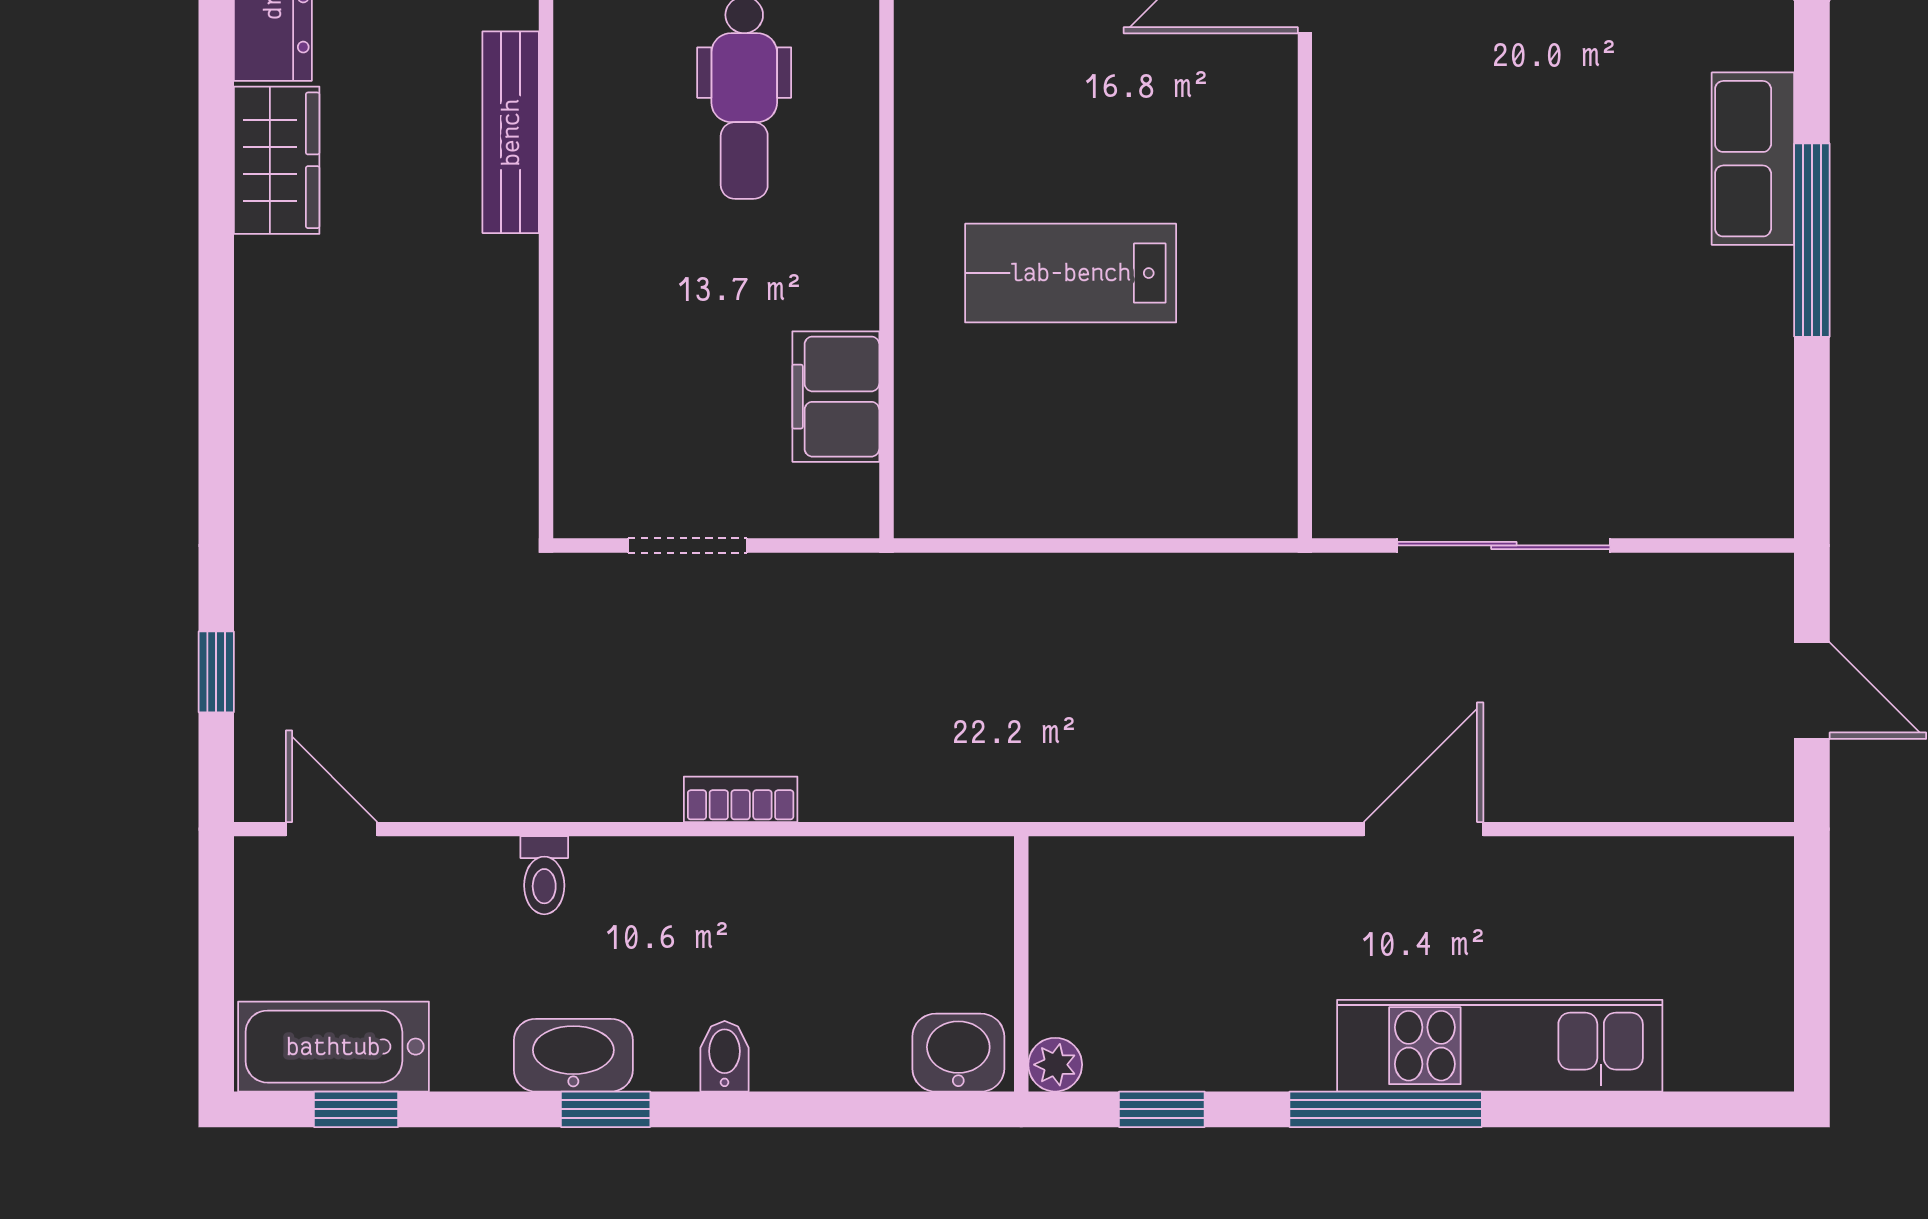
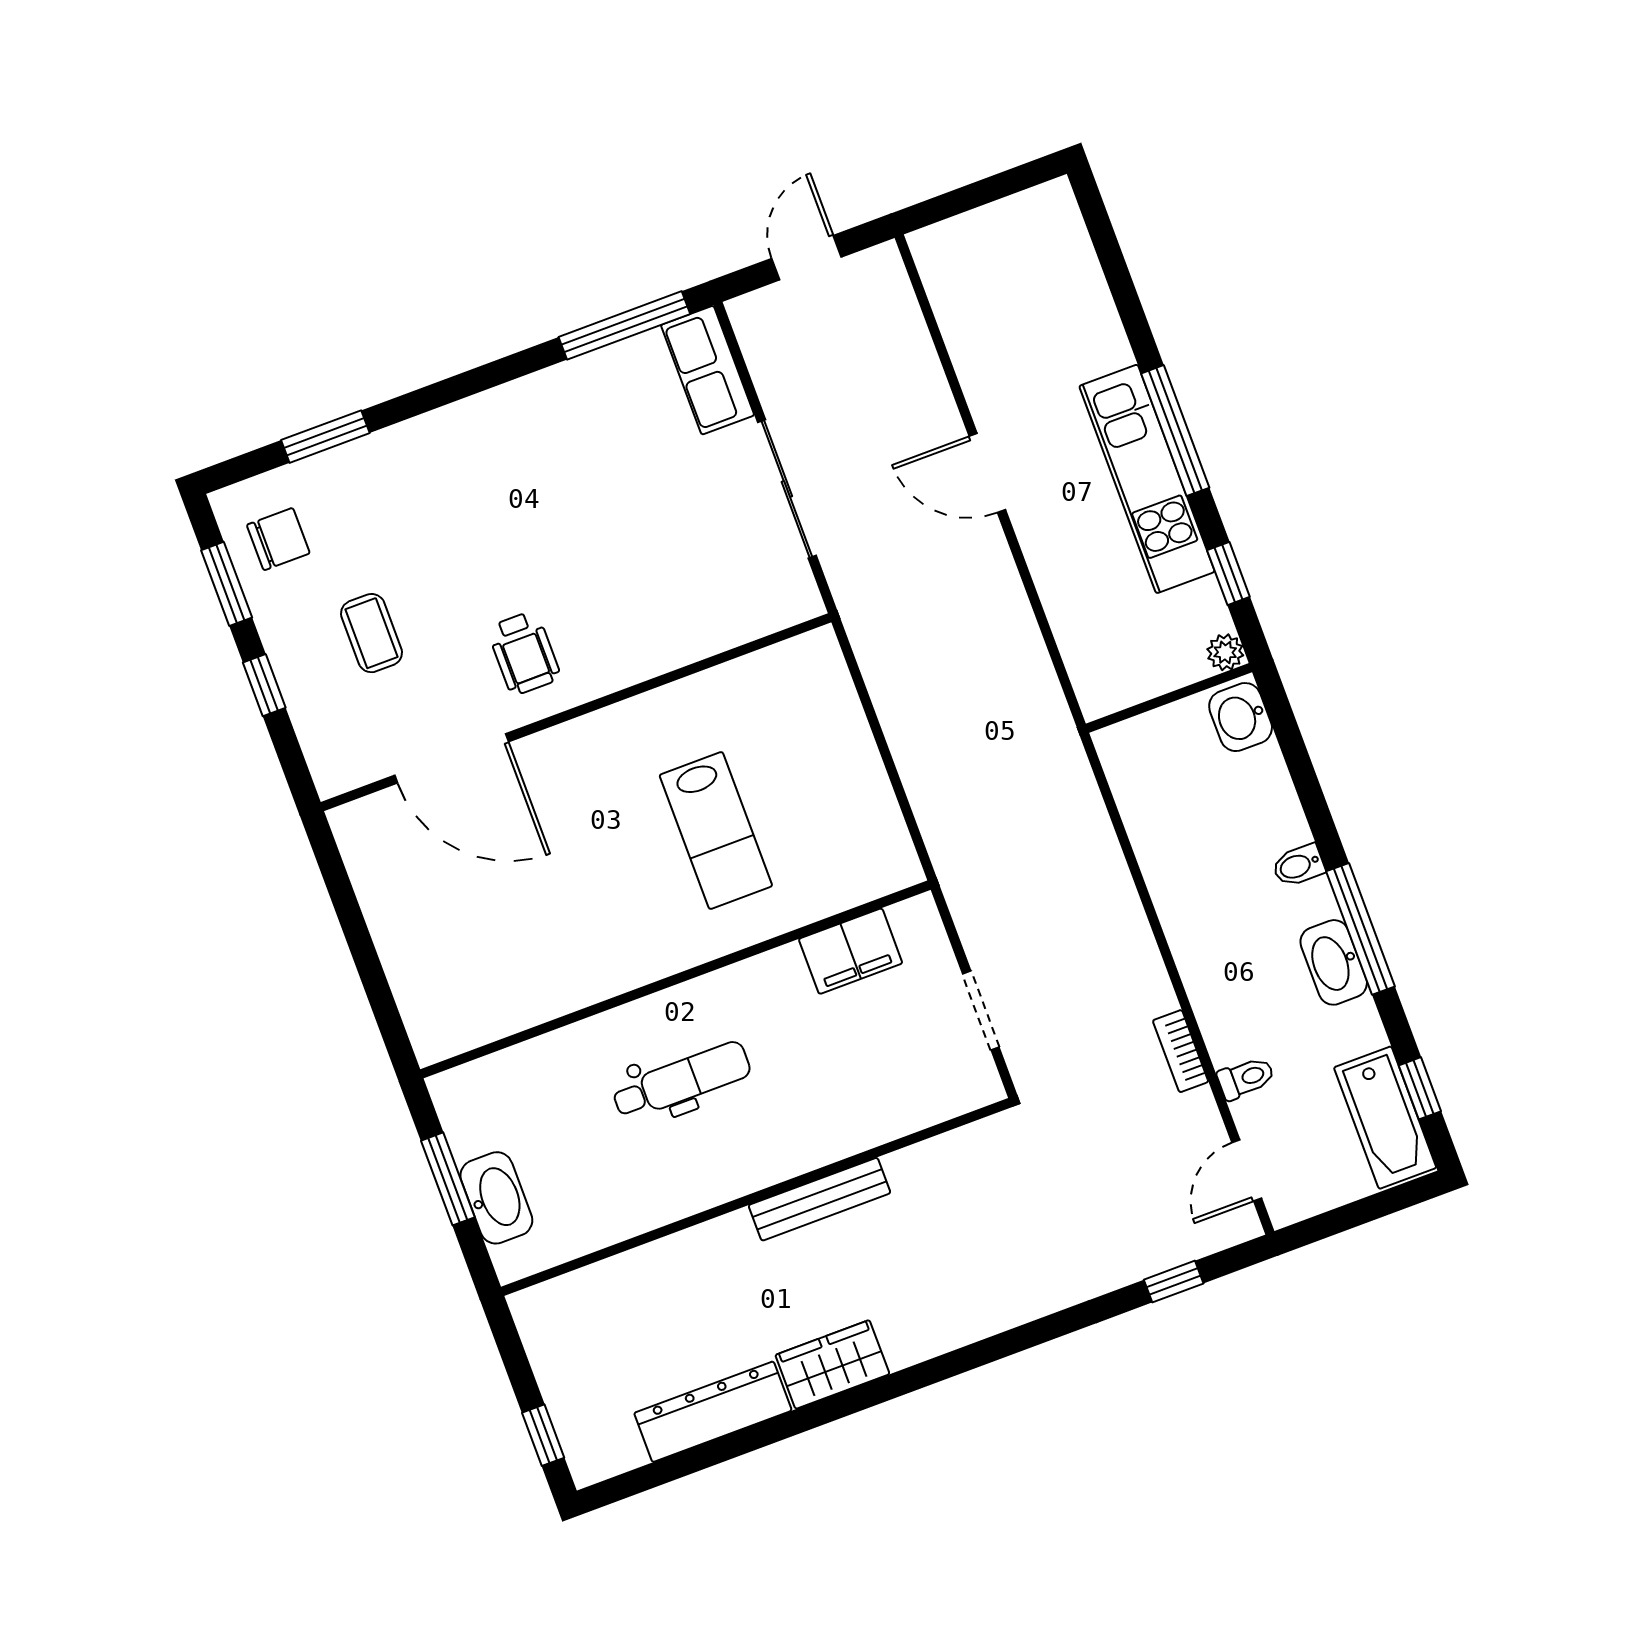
wheelchair: (1413, 100) -> (524, 653), added
bench: (511, 132) -> (819, 1199), moved
row of seats: (1753, 159) -> (708, 370), moved, turned 90
window: (1812, 240) -> (624, 325), moved
bookcase: (741, 799) -> (1181, 1051), moved
toilet: (544, 875) -> (1246, 1078), moved
kitchen unit: (1500, 1046) -> (1147, 479), moved
window: (606, 1109) -> (1361, 929), width x2.17

